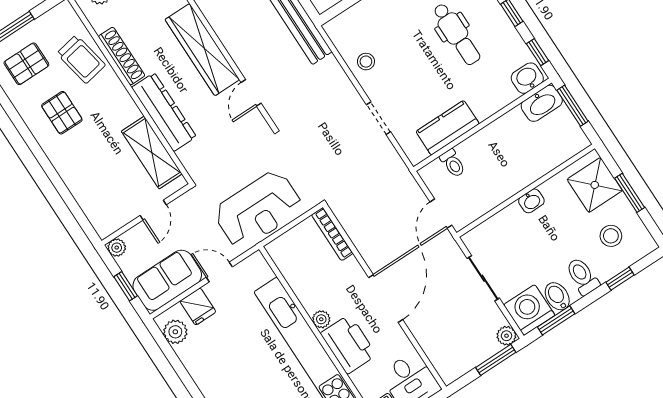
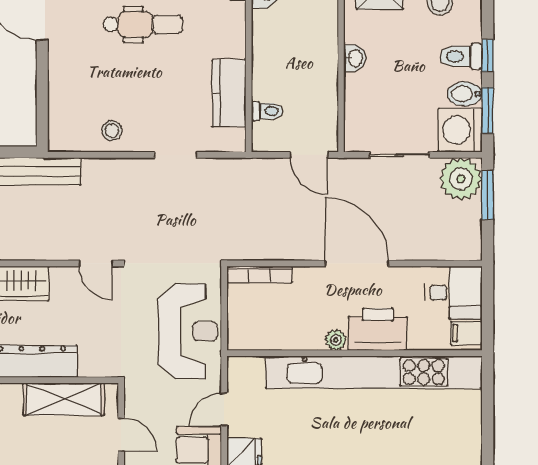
door: (251, 93) -> (96, 263), moved
window: (620, 279) -> (488, 56), moved
plant: (506, 336) -> (461, 179), width x1.88, depth x1.88

